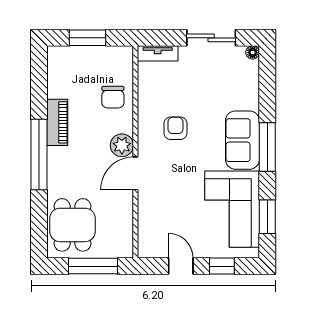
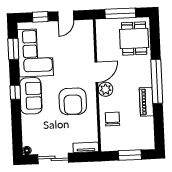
armchair: (175, 128) -> (73, 101), width x1.88, depth x1.88
window: (267, 147) -> (15, 92), width x0.46
door: (181, 266) -> (66, 16), hinge flipped

